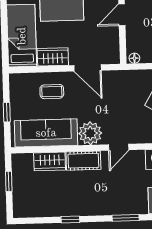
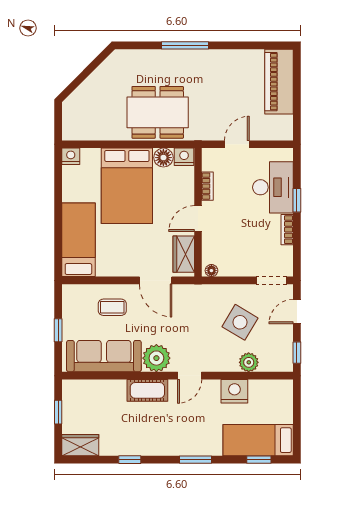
wardrobe: (53, 57) -> (184, 254), moved, turned -90
wardrobe: (50, 161) -> (80, 445), moved, turned 180

